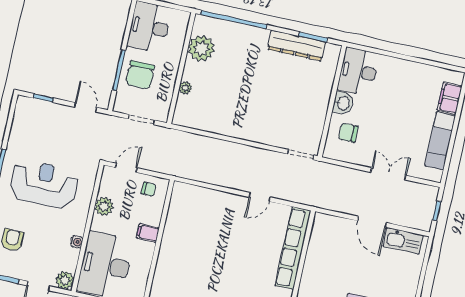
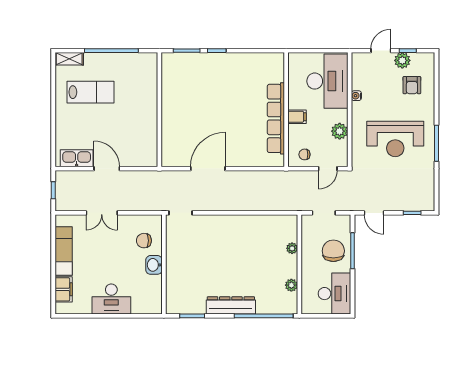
dresser: (297, 46) -> (231, 305), moved
plant: (201, 48) -> (291, 285), width x0.53, depth x0.53
desk: (358, 71) -> (111, 299), moved, turned 90
chair: (348, 133) -> (144, 241), turned 180
door: (260, 197) -> (208, 169), width x1.87
row of seats: (293, 248) -> (276, 118), moved, turned 180
plant: (65, 280) -> (402, 60), moved

